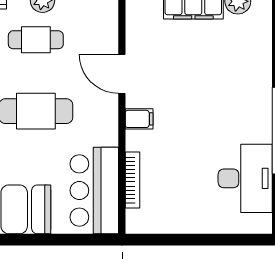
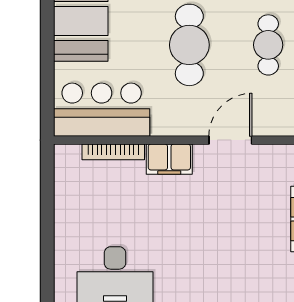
filing cabinet: (139, 119) -> (169, 159), width x2.00

